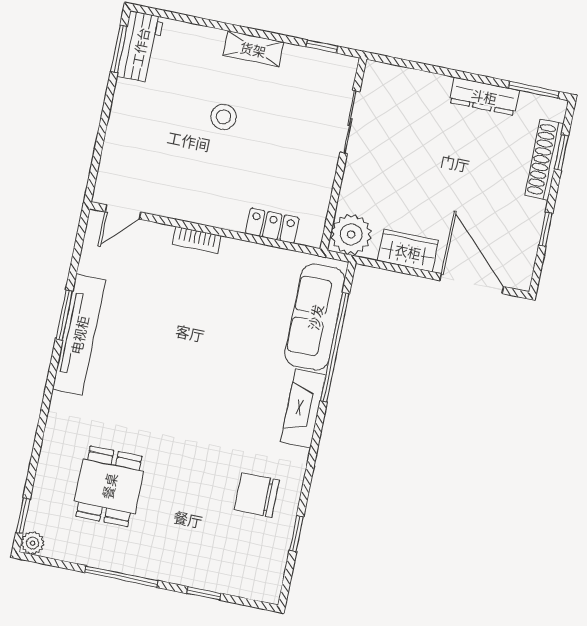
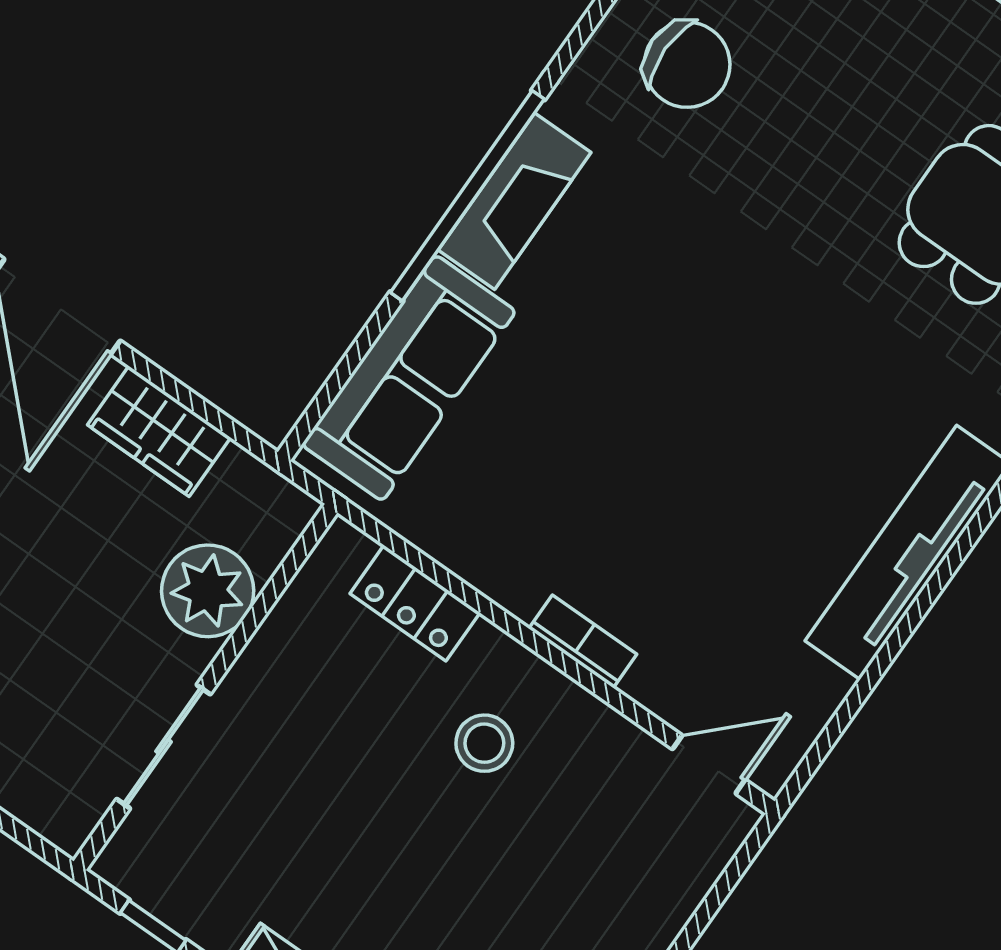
stool: (224, 117) -> (484, 743), moved
plant: (351, 234) -> (208, 591), moved
window: (64, 315) -> (921, 605), removed
window: (335, 347) -> (467, 196), moved

